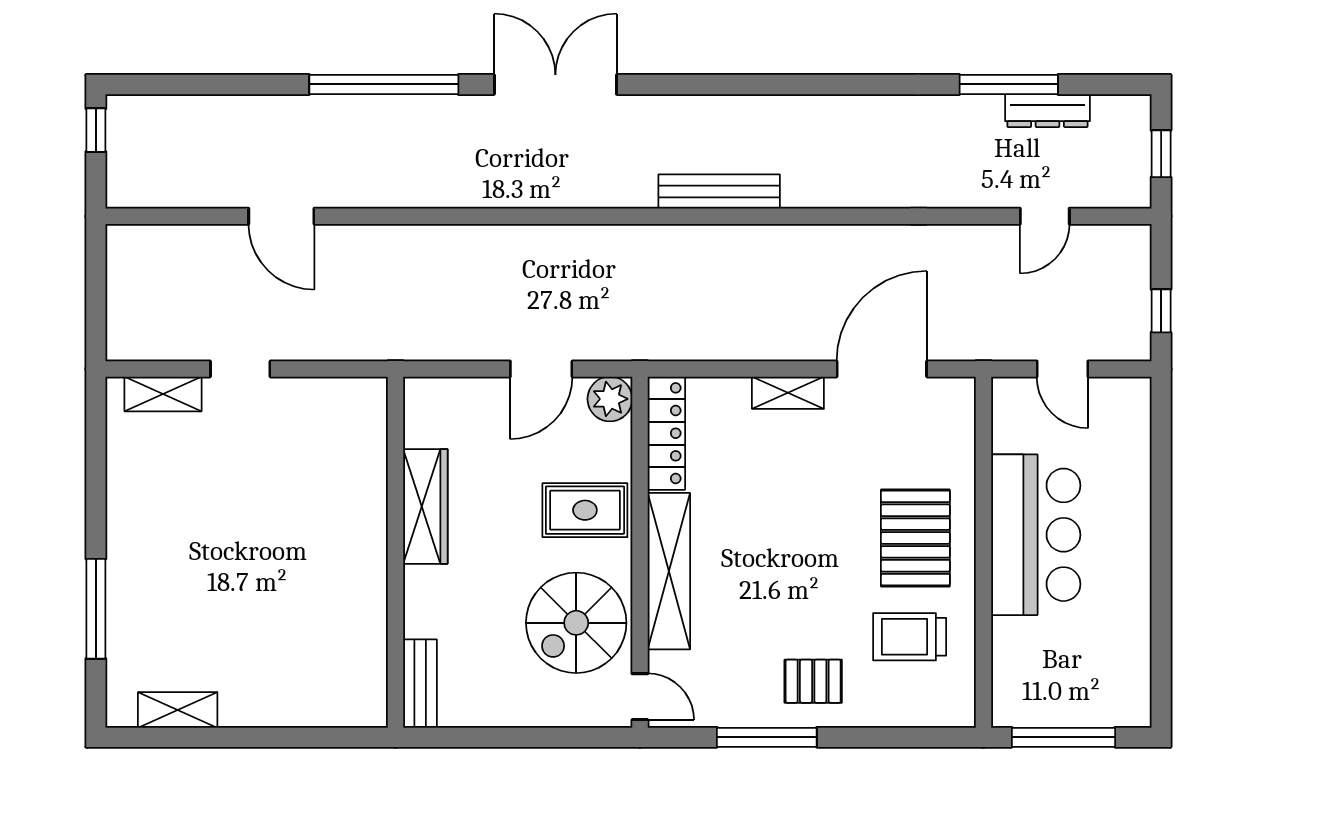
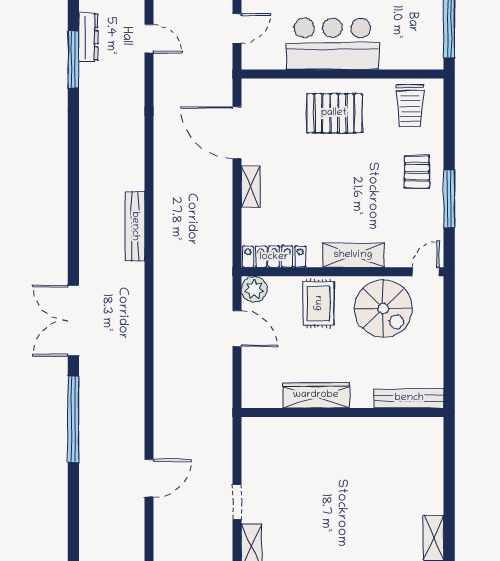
shelving: (669, 571) -> (353, 255), width x0.68
trolley: (910, 637) -> (410, 106), moved
bench: (420, 684) -> (409, 398), width x1.36

